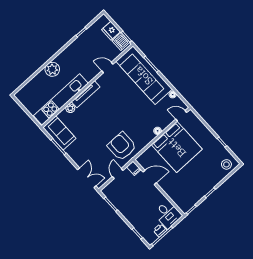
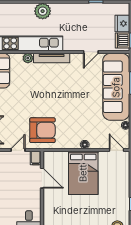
door: (107, 67) -> (91, 52), swing flipped
armchair: (122, 146) -> (42, 130), turned 90
bed: (177, 147) -> (83, 173), width x0.73

